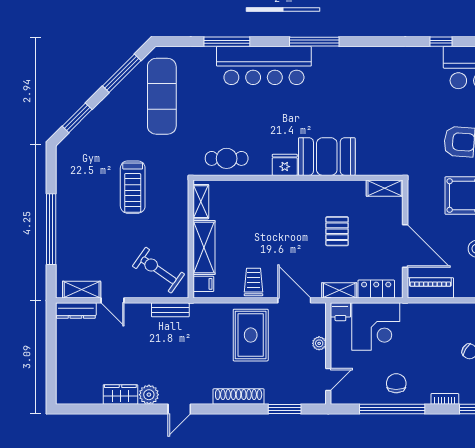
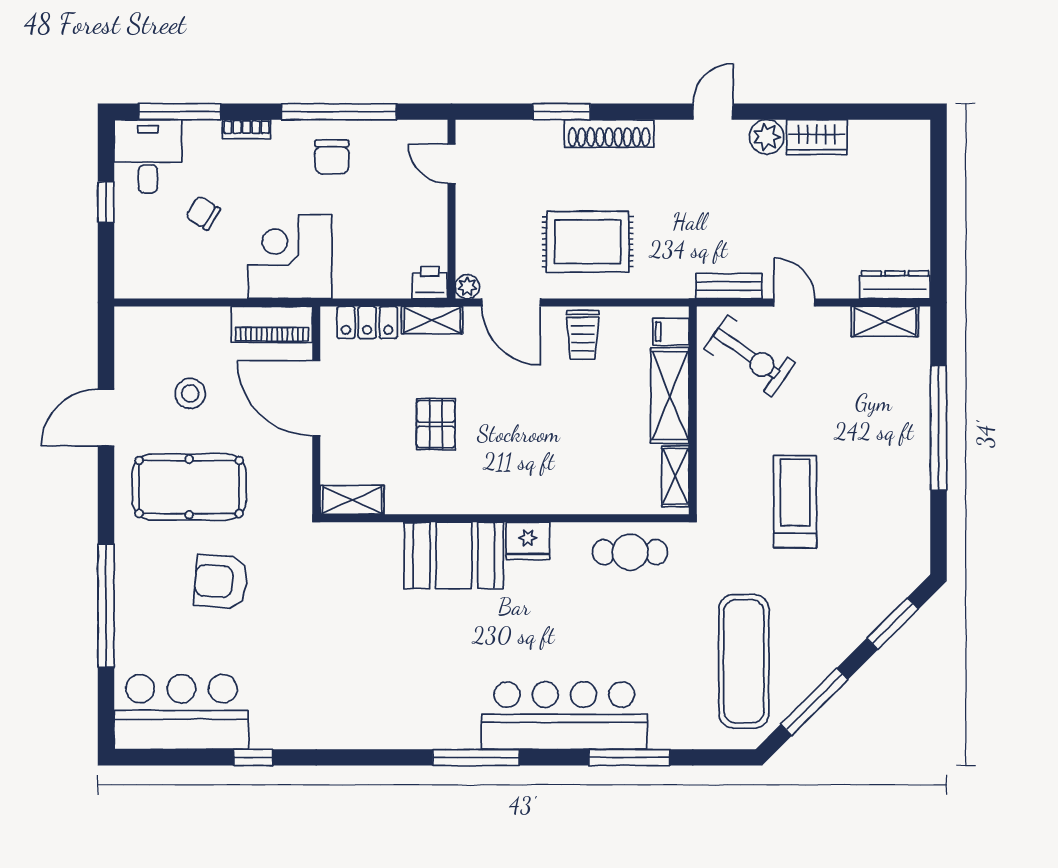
door: (113, 300) -> (794, 303), moved
corner desk: (376, 327) -> (290, 257), moved
rug: (251, 335) -> (588, 242), turned 90
plant: (319, 343) -> (467, 287), moved
door: (328, 379) -> (451, 164), hinge flipped
window: (285, 409) -> (562, 112), moved

